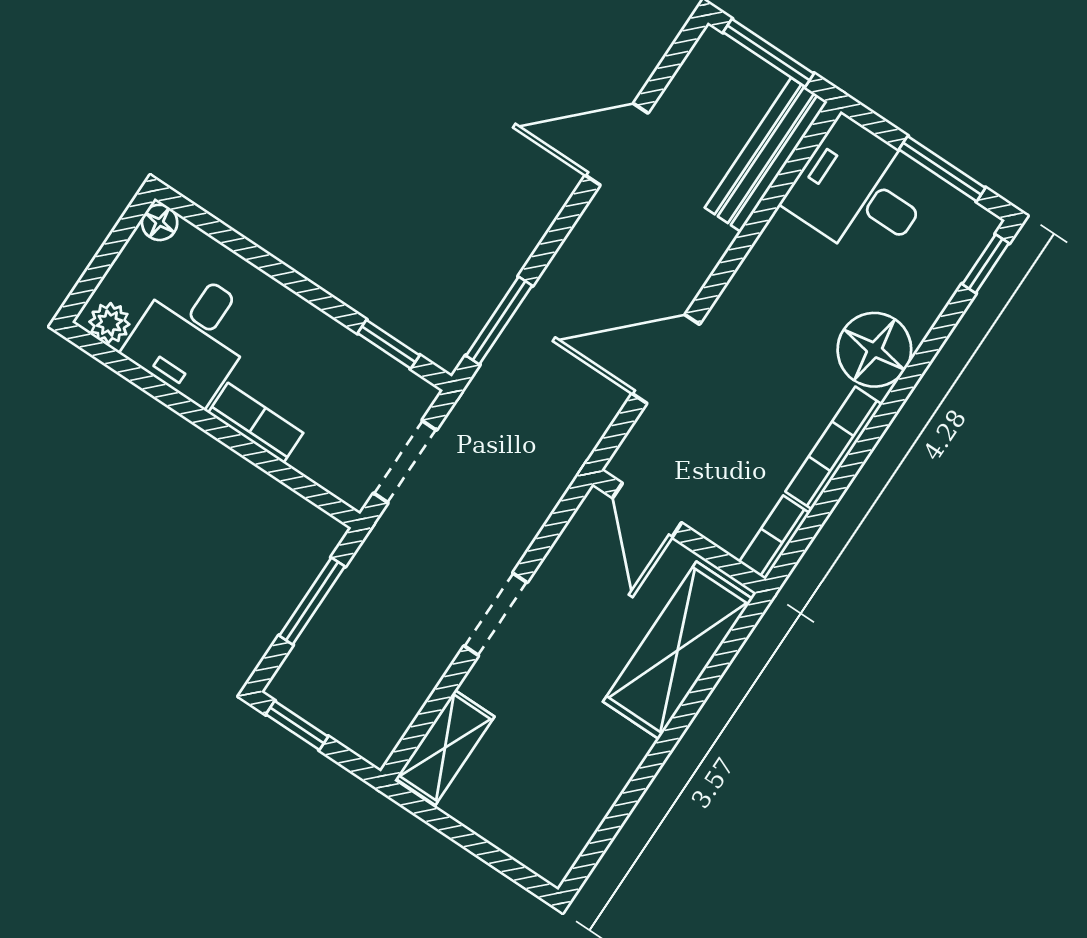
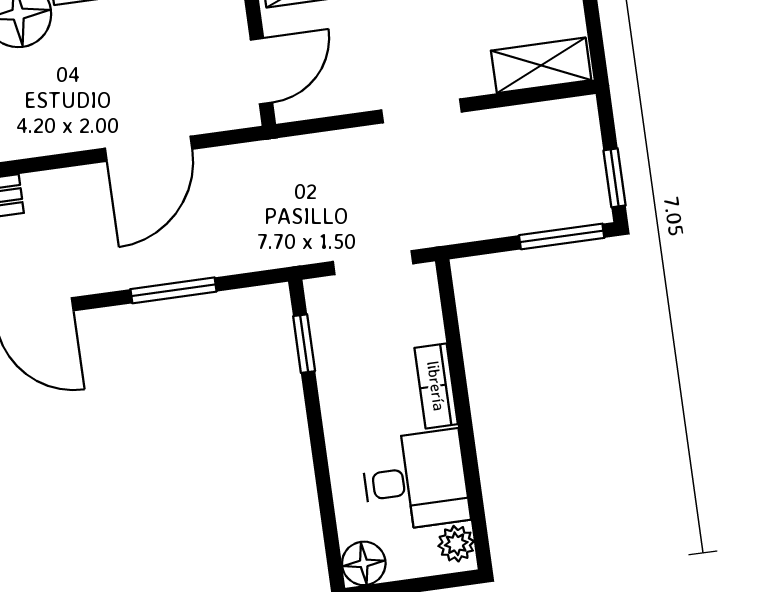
floor lamp: (160, 222) -> (364, 563), width x1.37, depth x1.37
window: (499, 321) -> (173, 290), moved
door: (666, 359) -> (149, 149), hinge flipped
window: (312, 601) -> (562, 236), moved

